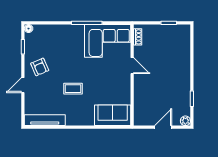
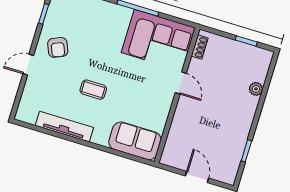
tv unit: (45, 120) -> (64, 127), moved
plant: (185, 121) -> (256, 89), moved
door: (163, 127) -> (197, 177), hinge flipped

